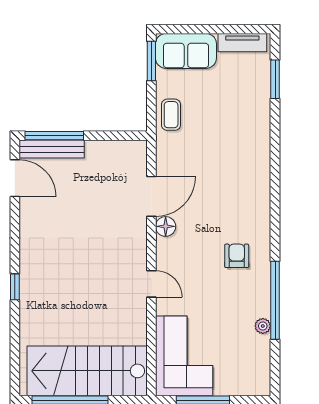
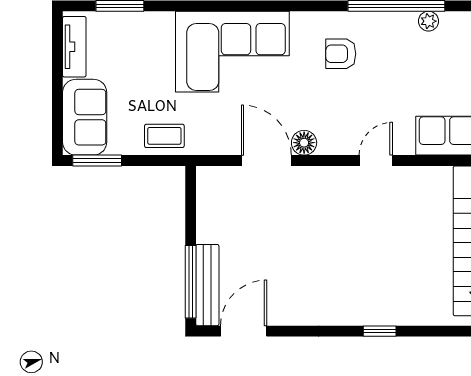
corner sofa: (238, 169) -> (232, 52), added

